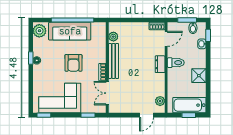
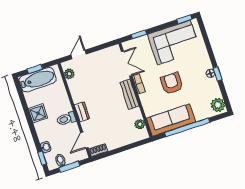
sofa: (70, 31) -> (171, 120), moved
bench: (114, 61) -> (129, 94), width x0.73

